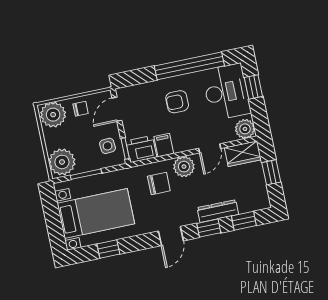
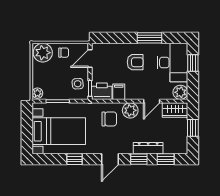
window: (189, 66) -> (149, 38), width x0.47
armchair: (177, 102) -> (135, 62), turned 180
plant: (62, 162) -> (37, 93), width x0.53, depth x0.53
window: (108, 249) -> (75, 159), moved

